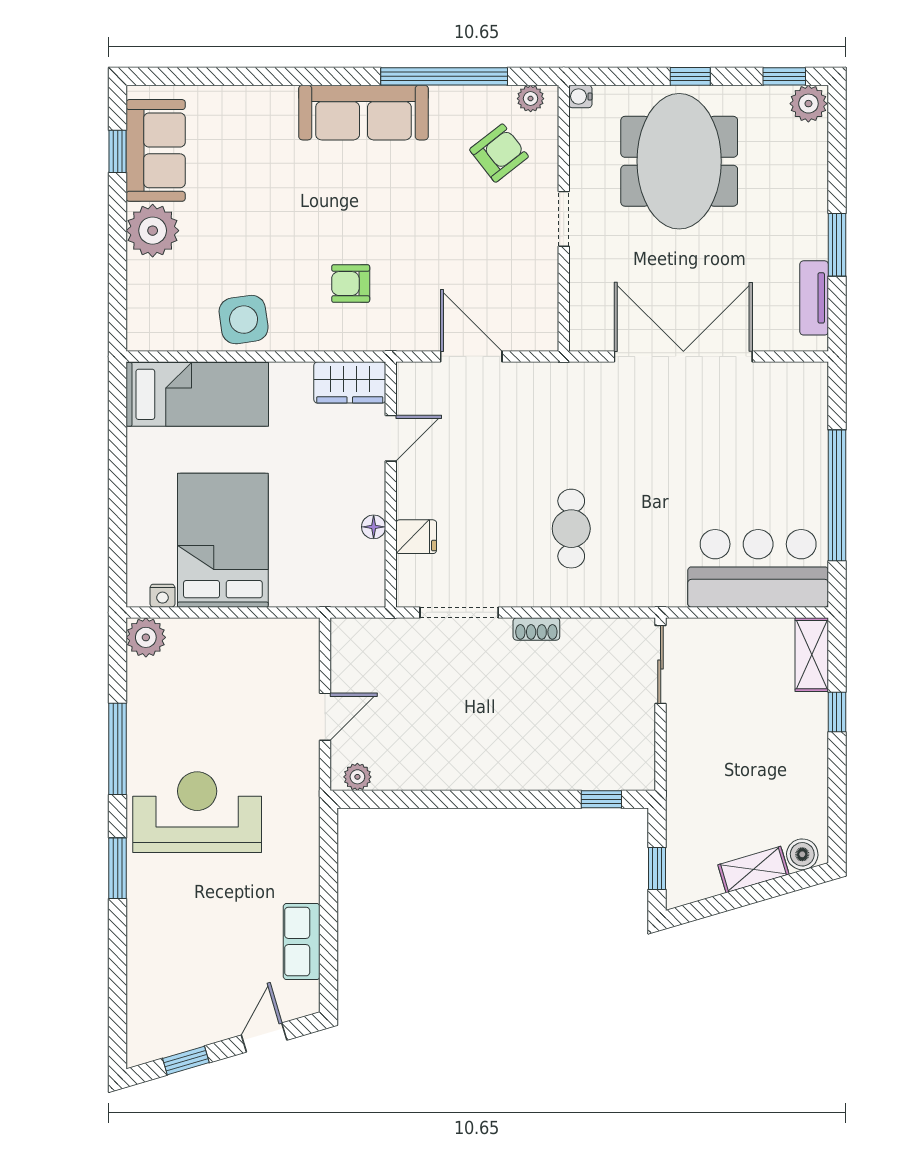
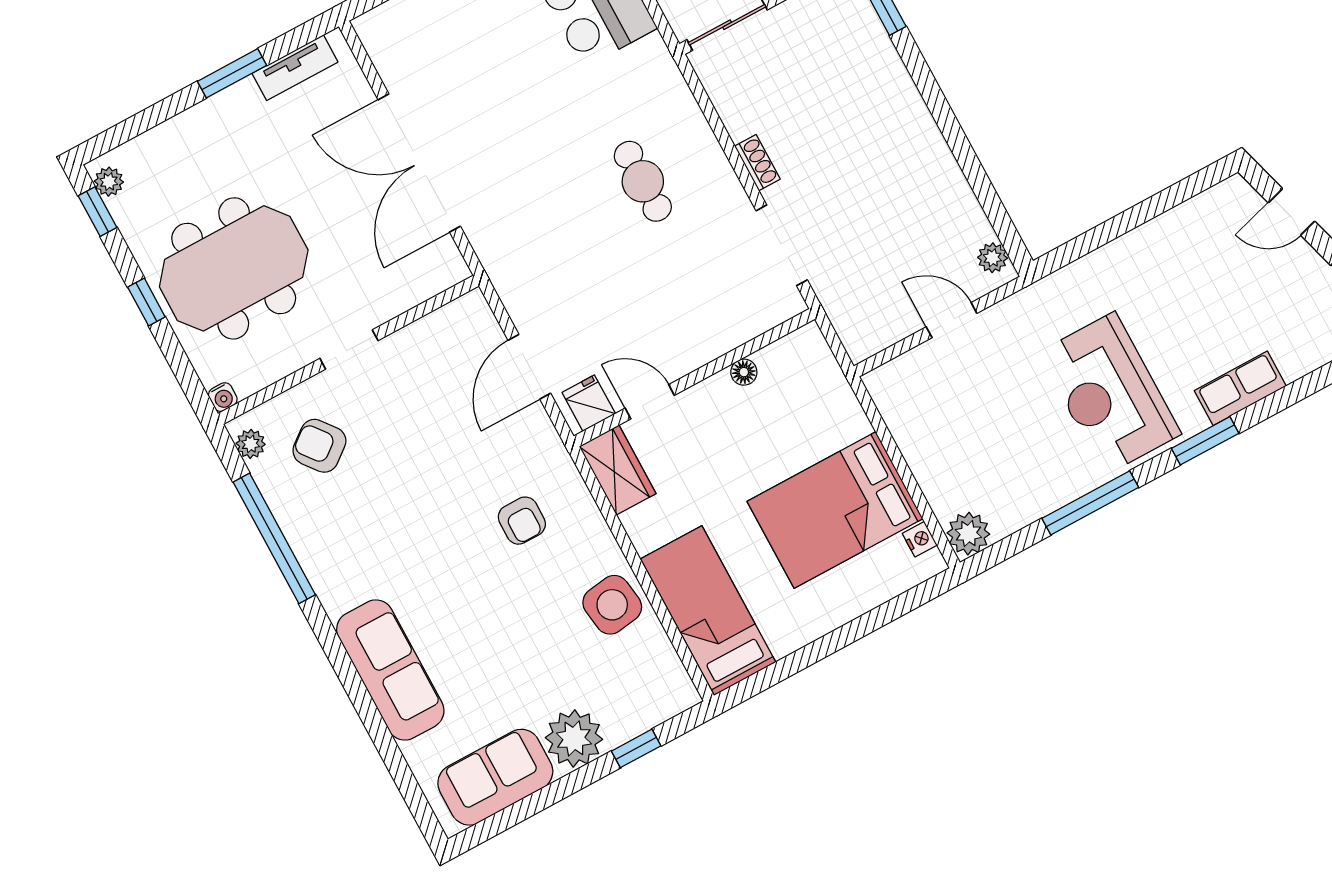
plant: (808, 104) -> (109, 182), width x0.73, depth x0.73
sofa: (363, 113) -> (390, 670), moved
window: (118, 151) -> (636, 748), moved
cafe table: (571, 529) -> (643, 181), turned 90
fridge: (416, 537) -> (589, 403), moved
row of seats: (302, 942) -> (1240, 388), moved, turned 180

